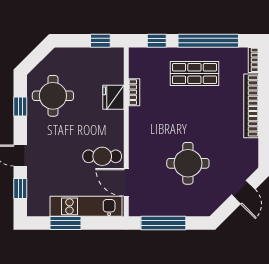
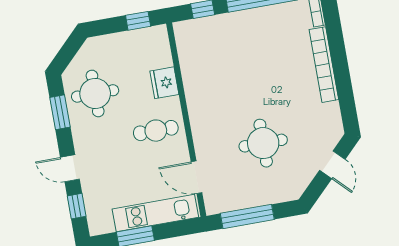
shop shelf: (194, 74) -> (252, 39), removed
bookcase: (134, 92) -> (187, 73), removed
window: (20, 106) -> (60, 112), width x1.50
cafe table: (102, 156) -> (156, 131), moved

